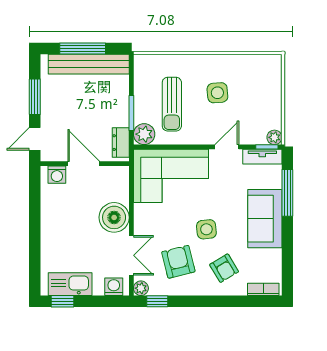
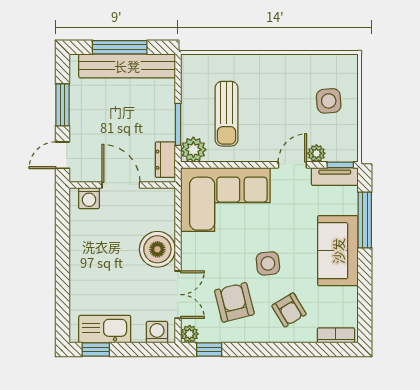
side table: (217, 93) -> (329, 101), moved
plant: (274, 137) -> (316, 153), moved

